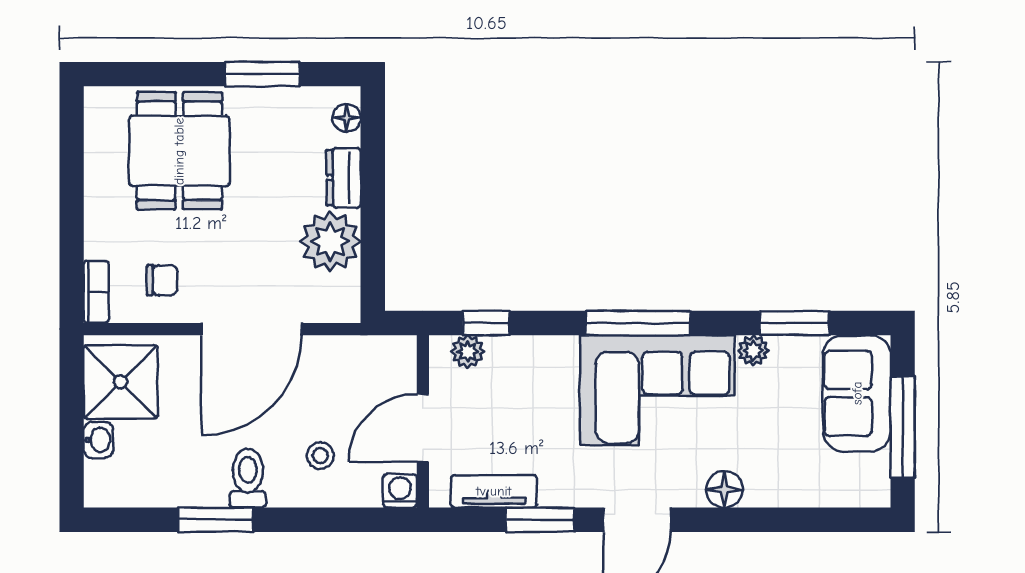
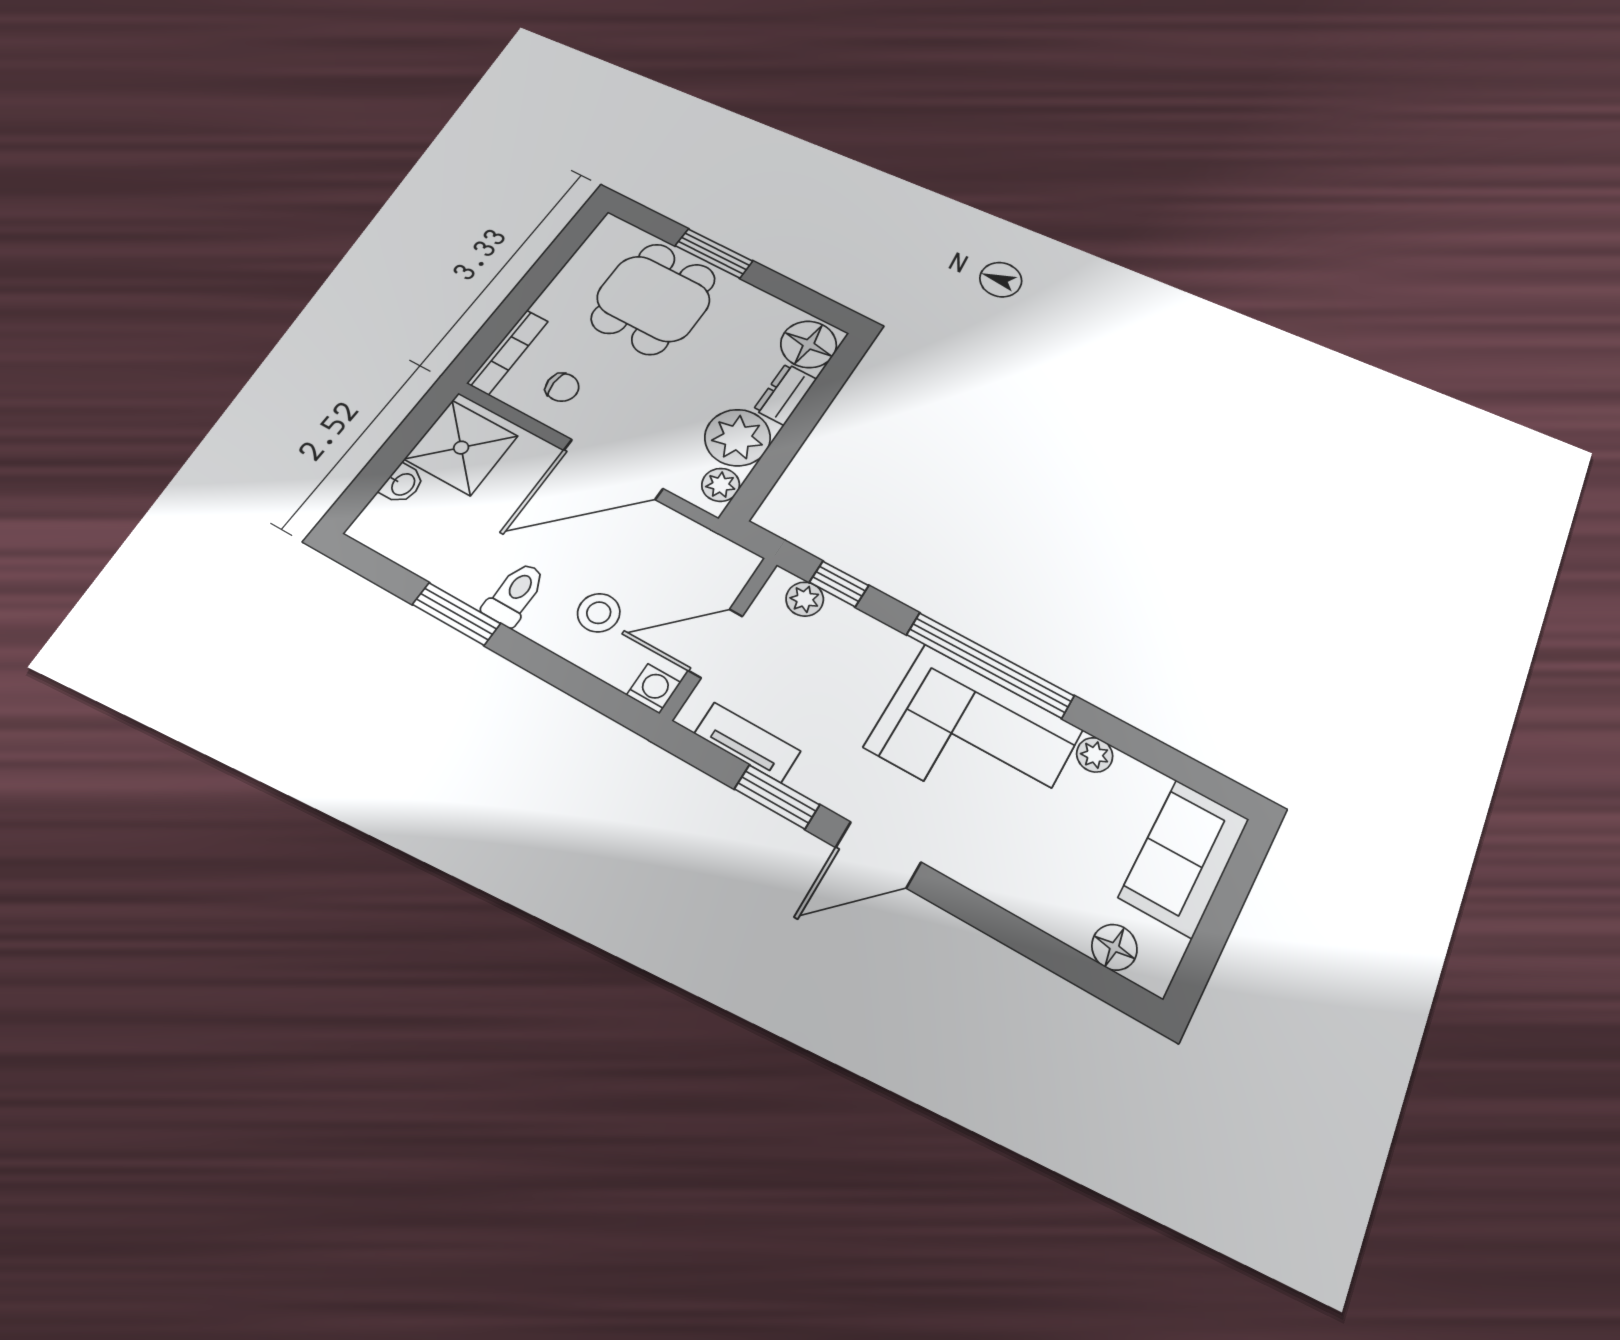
window: (262, 74) -> (714, 253), moved
floor lamp: (347, 118) -> (809, 344), width x1.89, depth x1.89
bookcase: (96, 292) -> (508, 352), width x1.56
plant: (344, 292) -> (721, 485), added
window: (638, 323) -> (990, 665), width x1.46
window: (794, 323) -> (1152, 752), removed
window: (903, 427) -> (1218, 921), removed
stool: (320, 456) -> (599, 613), width x1.37, depth x1.37
floor lamp: (724, 489) -> (1114, 947), moved

